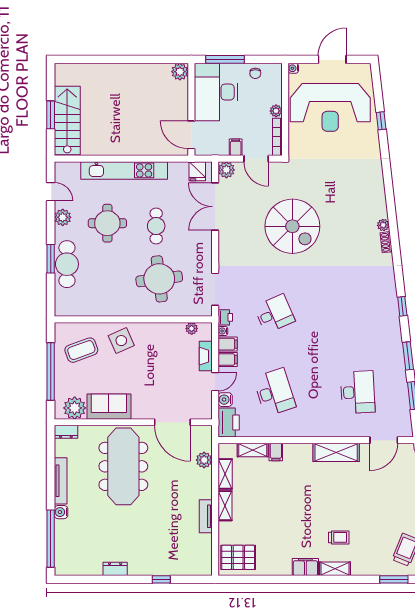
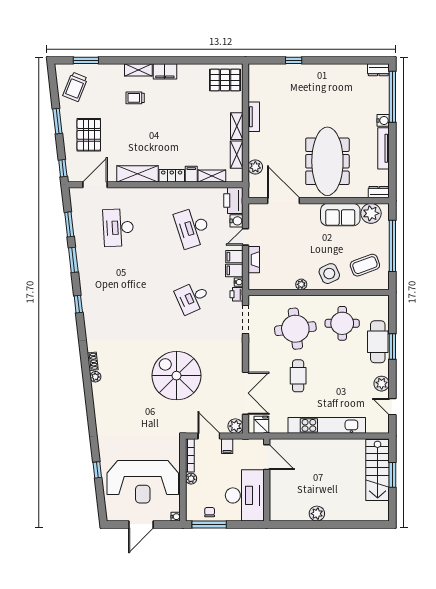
window: (225, 59) -> (209, 525), moved
plant: (180, 72) -> (317, 514), moved
reception desk: (330, 107) -> (143, 482), turned 180
round table: (107, 223) -> (342, 323), moved
plant: (192, 328) -> (301, 284), moved
locker: (298, 450) -> (172, 176), added
pallet: (391, 496) -> (89, 135), added
dresser: (115, 569) -> (378, 70), moved

